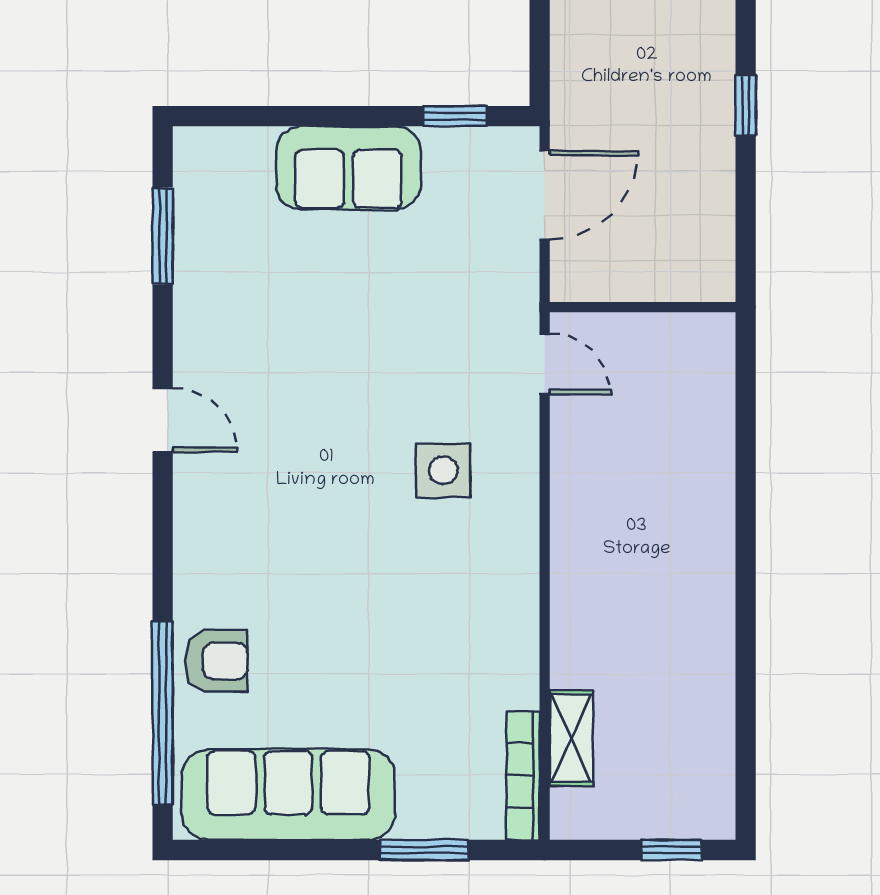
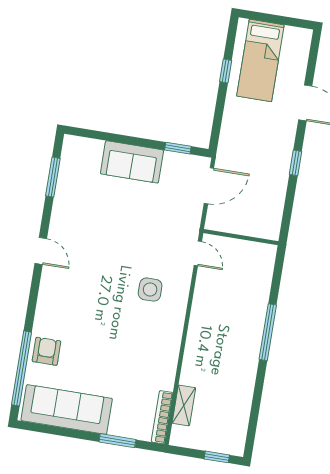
window: (746, 527) -> (268, 332), added
armchair: (216, 661) -> (47, 351), turned -90

